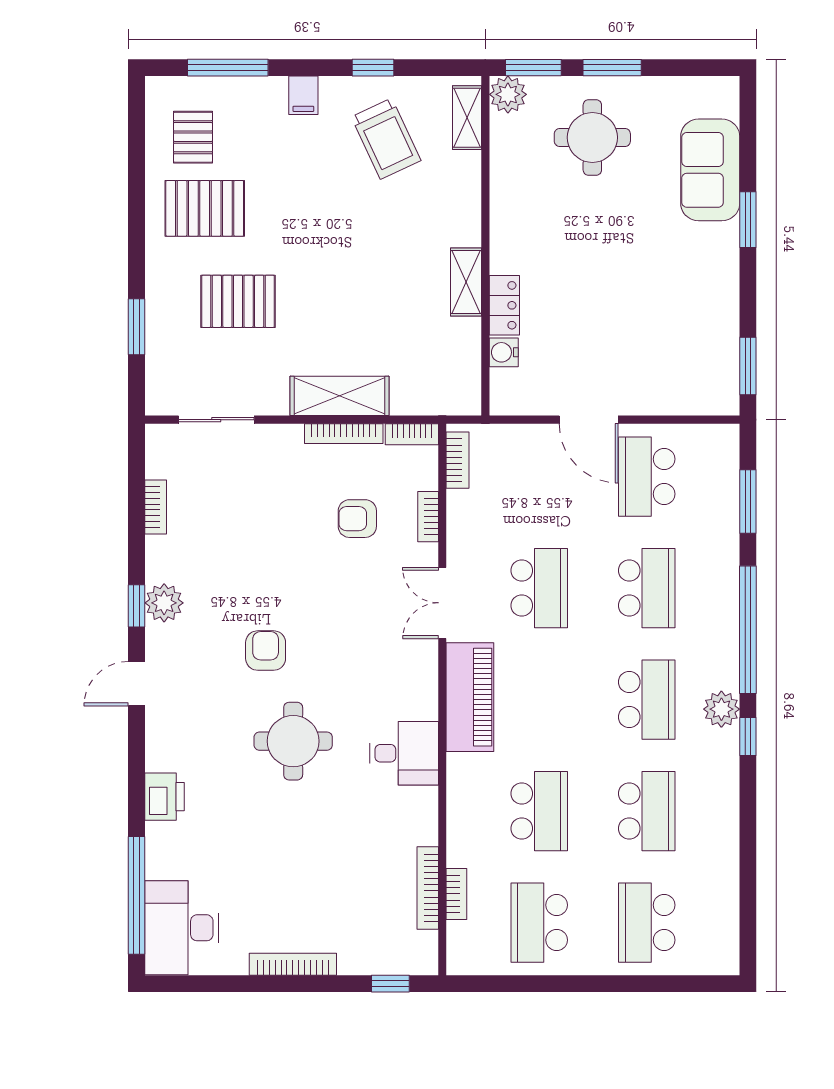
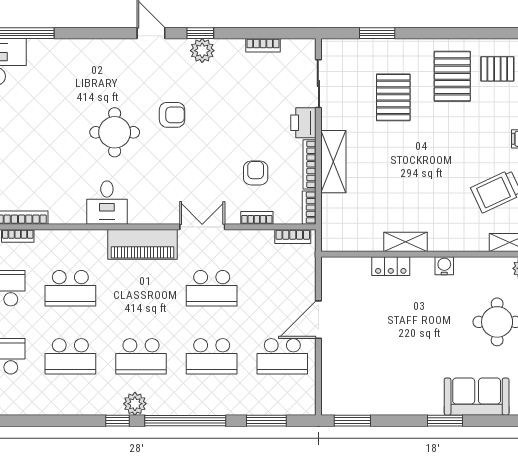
water cooler: (504, 352) -> (444, 266), moved
school desk: (647, 477) -> (282, 356), turned 180
printer: (164, 797) -> (303, 123), moved, turned 90

